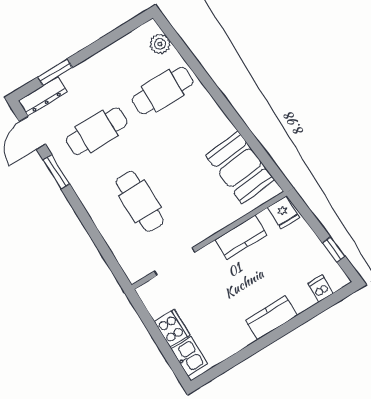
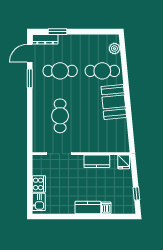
booth: (240, 168) -> (114, 102), moved
dishwasher: (321, 288) -> (106, 208), moved

